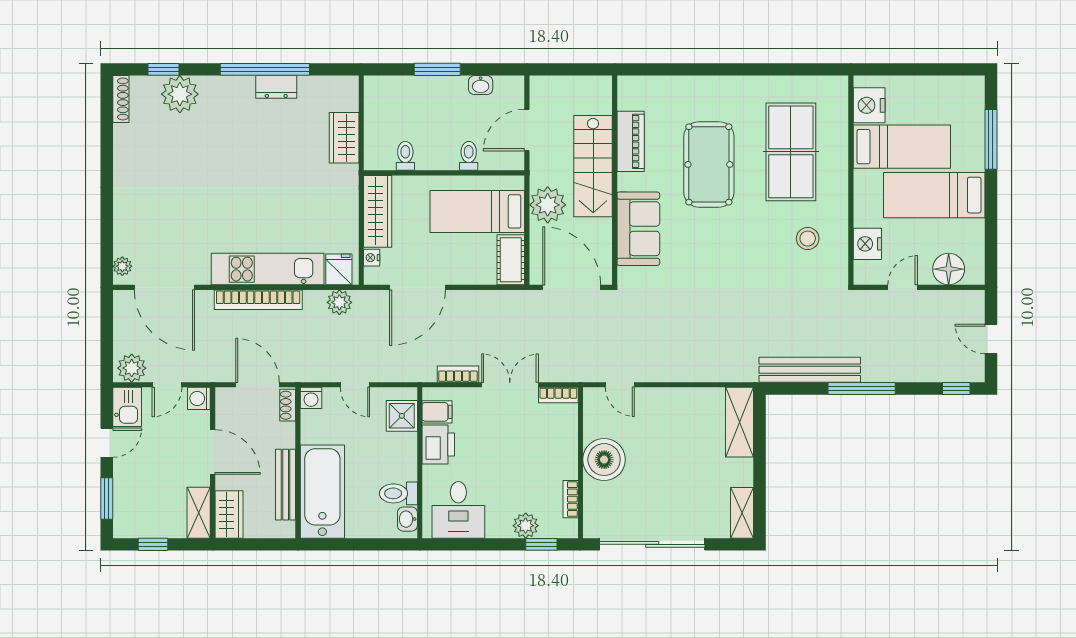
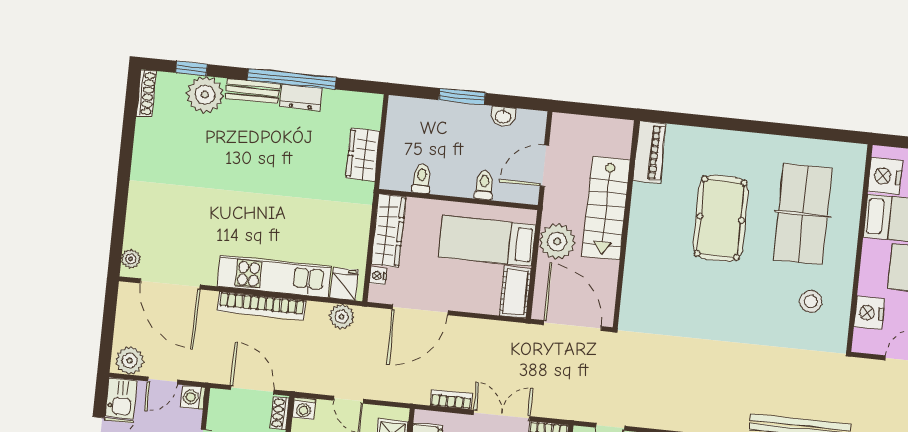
bench: (227, 86) -> (253, 91), added
piano: (631, 141) -> (649, 152), moved
sofa: (638, 229) -> (644, 274), removed

